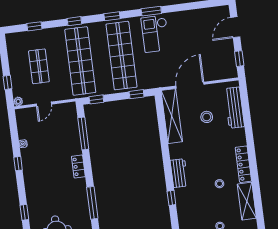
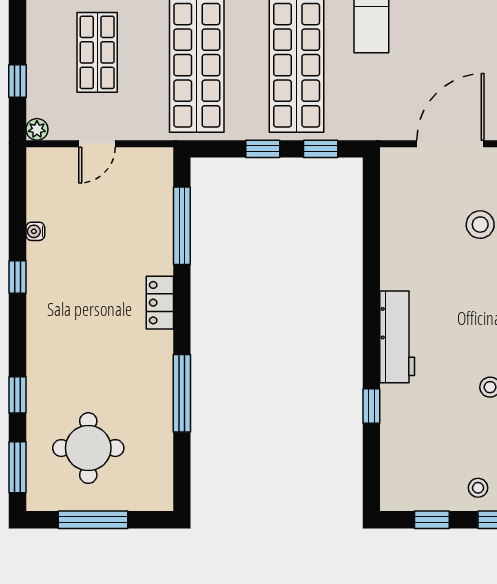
window: (96, 99) -> (263, 149), moved
shelving: (172, 116) -> (398, 212), removed
workbench: (179, 173) -> (397, 337), width x1.38

